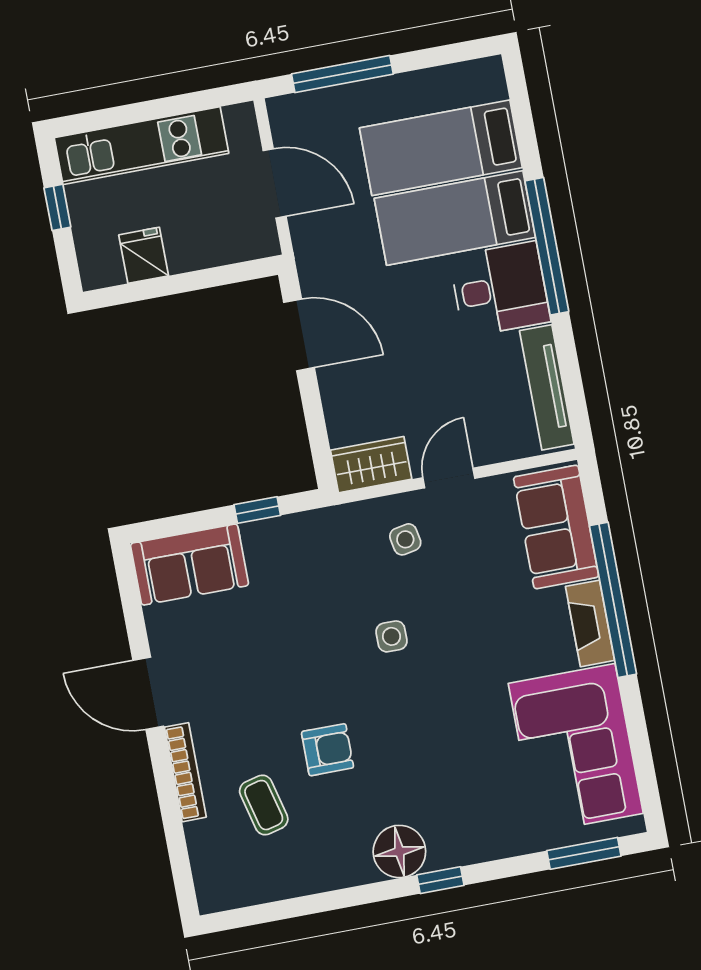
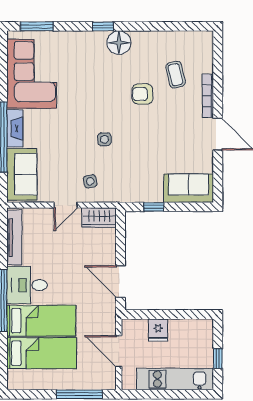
fridge: (144, 255) -> (158, 330), moved

